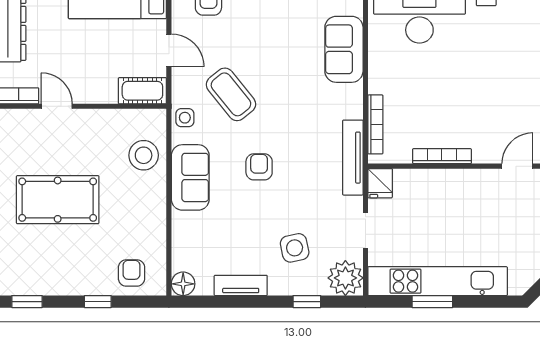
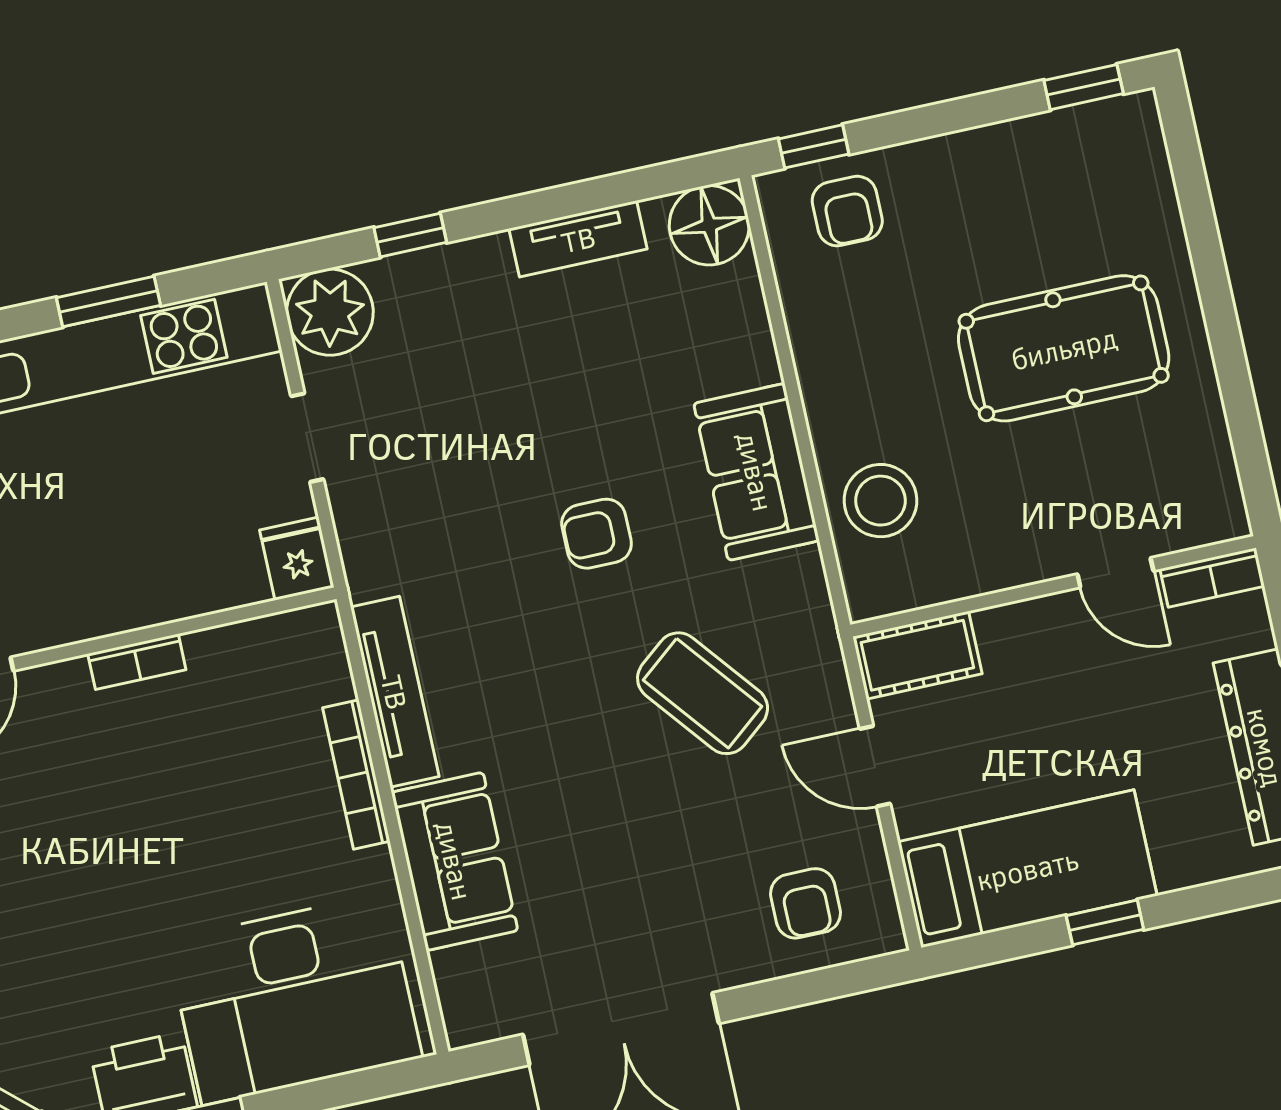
side table: (185, 118) -> (801, 613), removed
bookcase: (375, 124) -> (356, 775), moved
bookcase: (442, 156) -> (137, 662), width x0.64
tv unit: (353, 158) -> (395, 692), moved
armchair: (259, 167) -> (597, 534), turned 90
side table: (295, 248) -> (468, 358), removed
floor lamp: (183, 284) -> (709, 225), width x1.38, depth x1.38
window: (98, 302) -> (814, 146), moved

